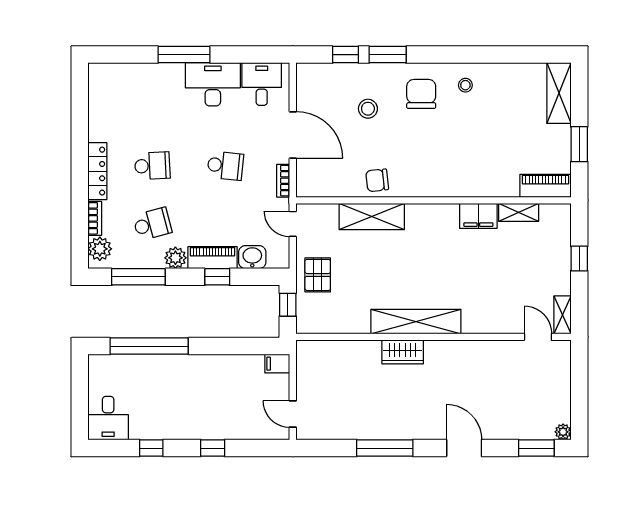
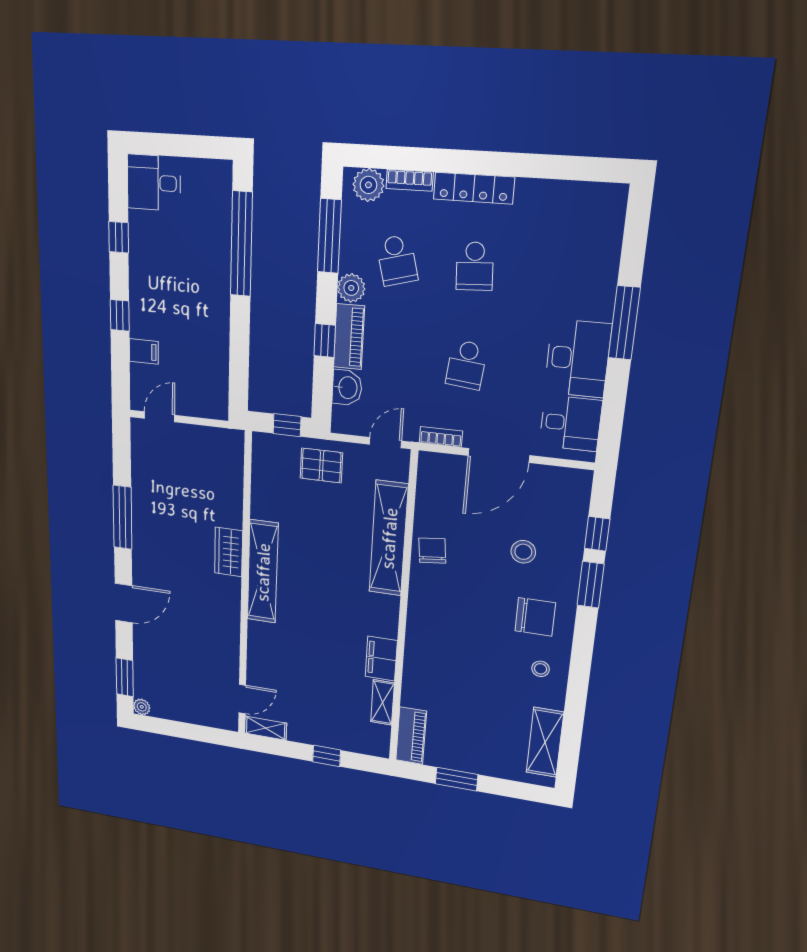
shelving: (559, 93) -> (545, 742), moved, turned 90
shelving: (372, 216) -> (389, 538), width x1.47
filing cabinet: (277, 364) -> (144, 351), moved, turned 90

